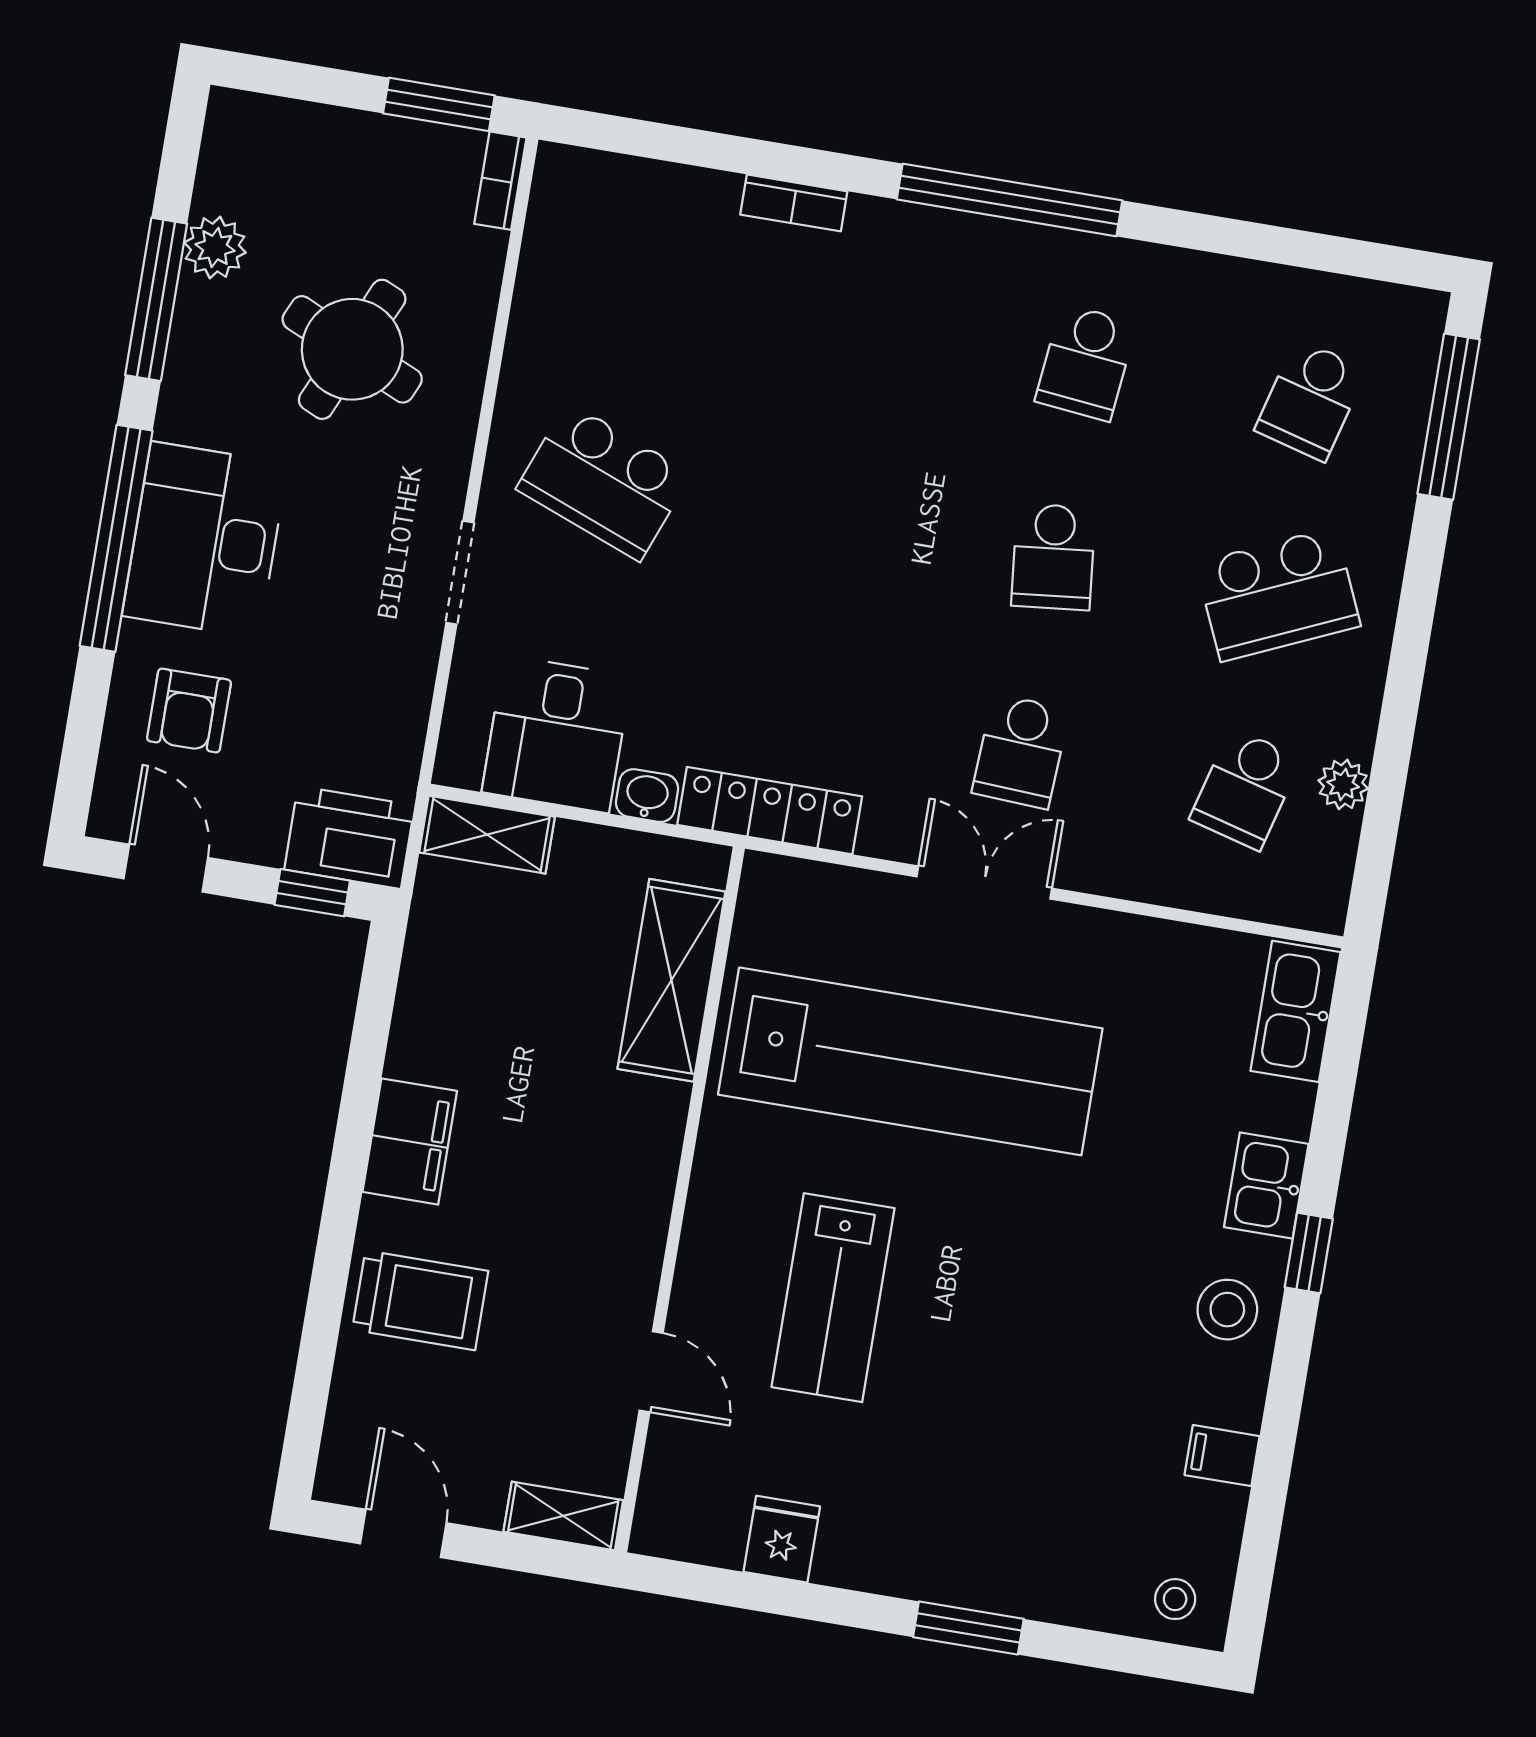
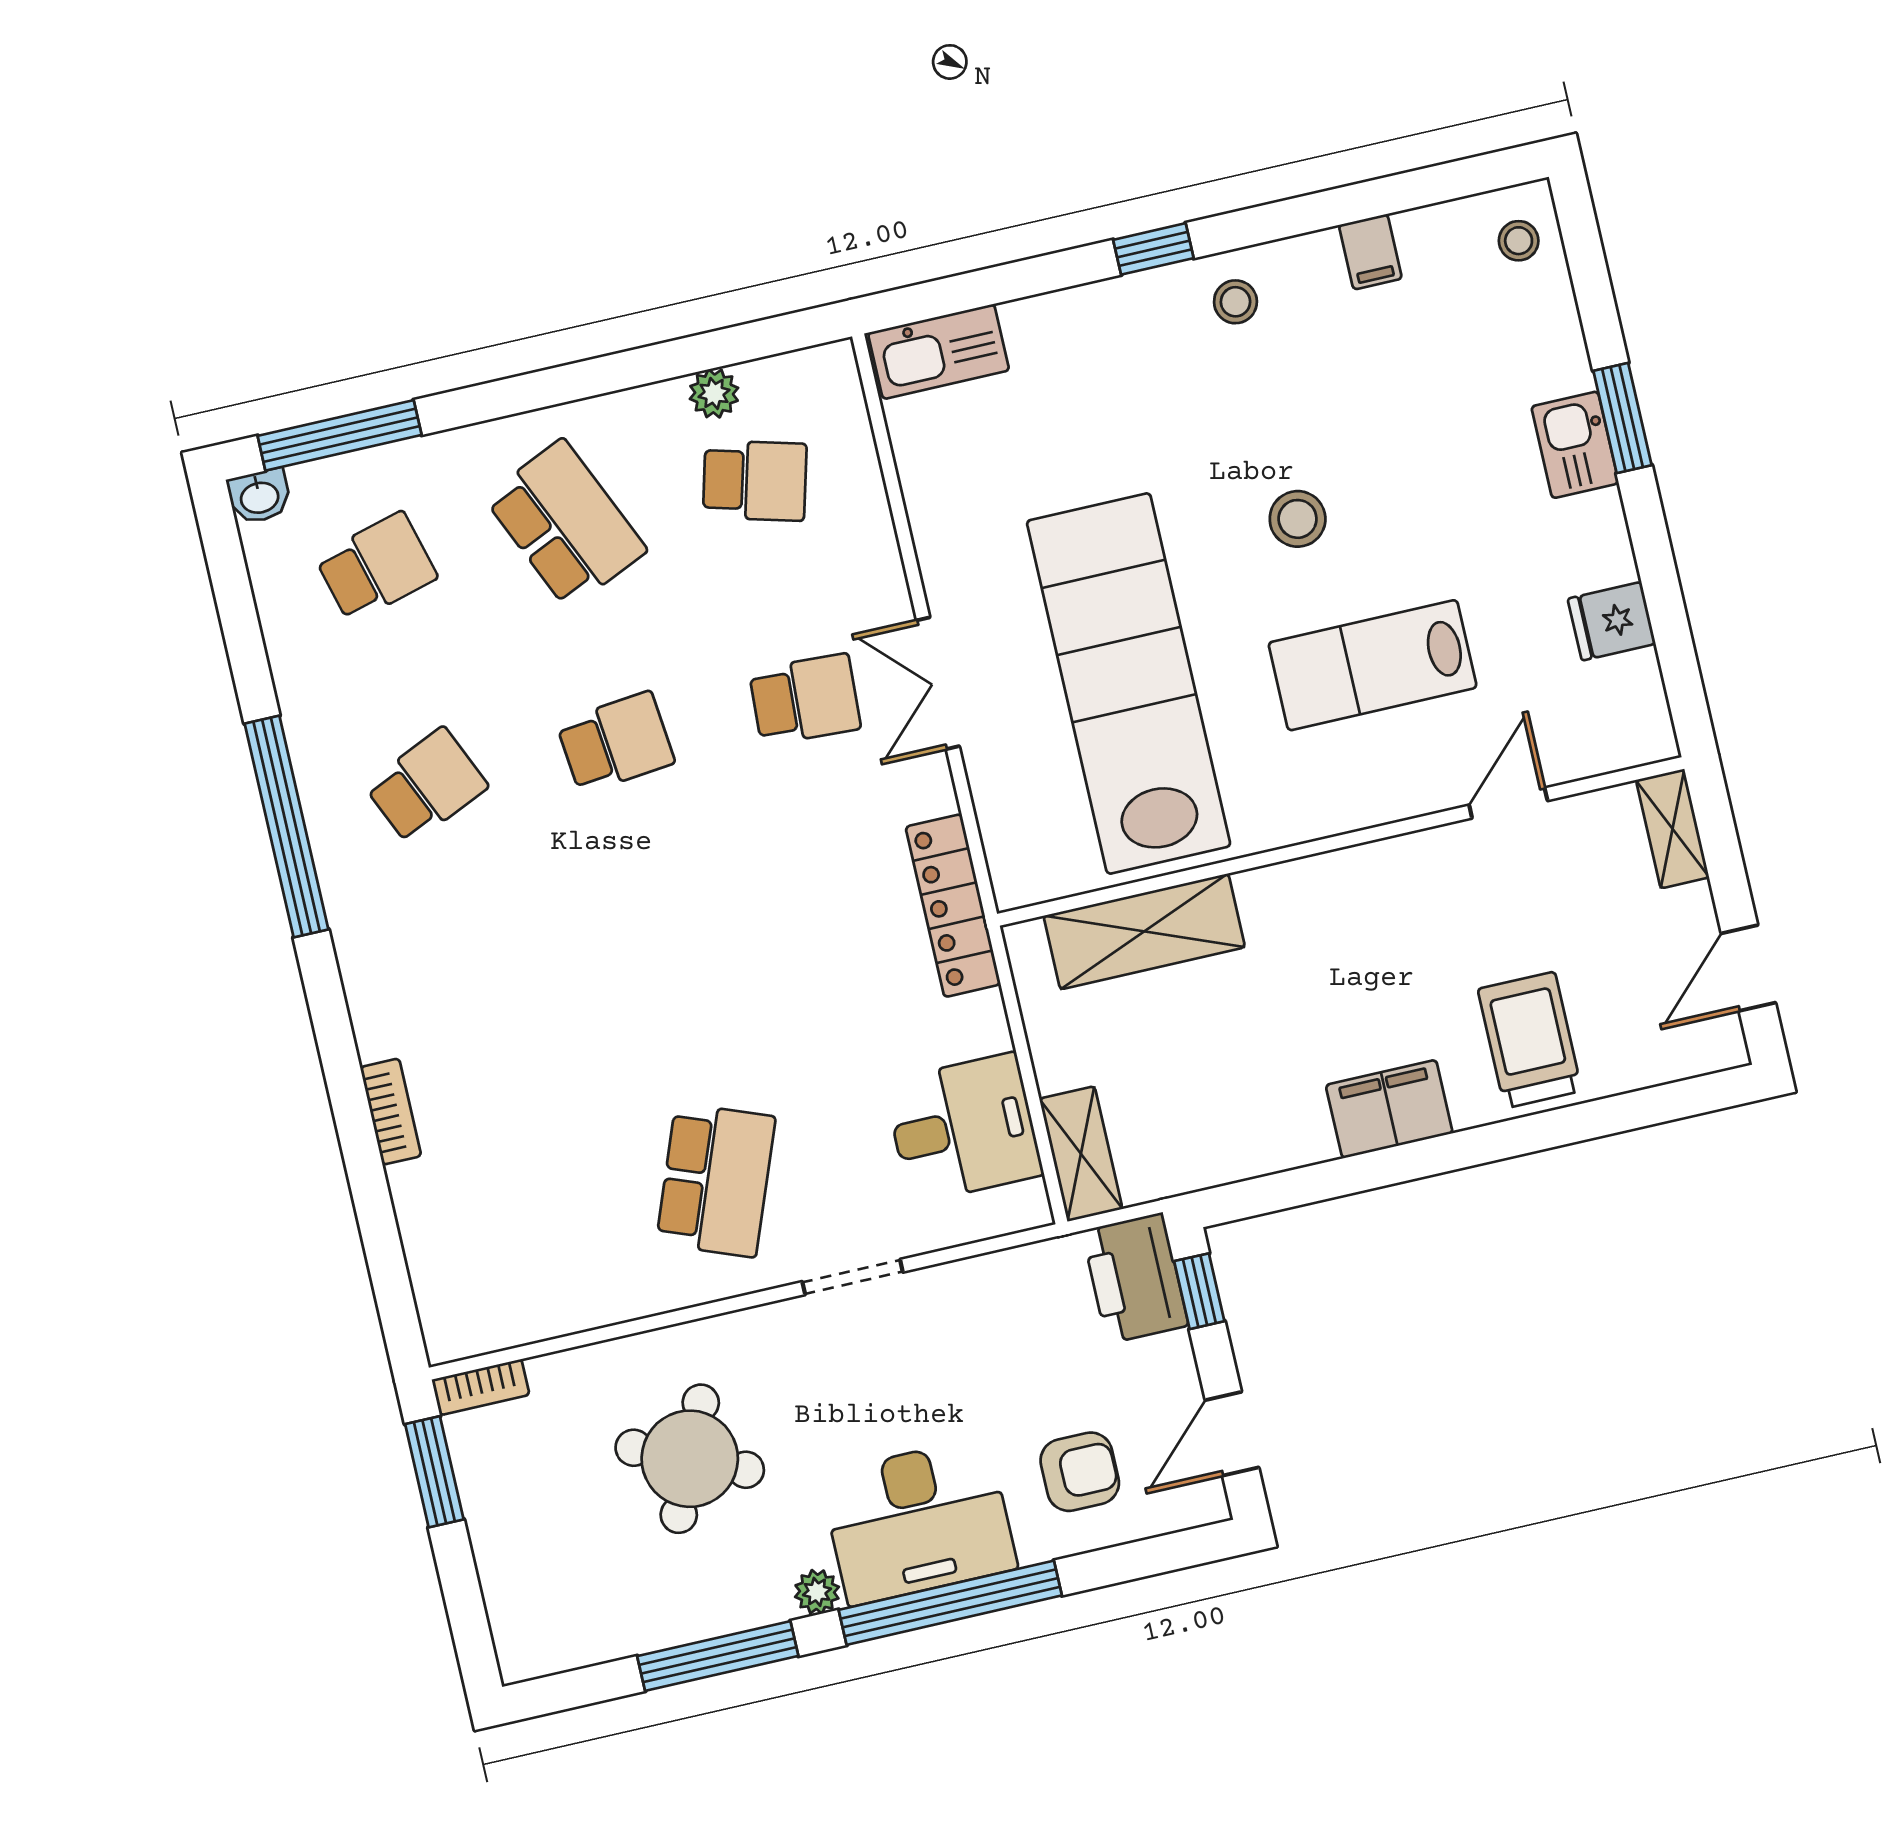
window: (1010, 200) -> (287, 827), moved
plant: (215, 248) -> (817, 1592), moved, width x0.73, depth x0.73
school desk: (1086, 362) -> (426, 786), turned -30
school desk: (1311, 400) -> (376, 567), turned -30
washbasin: (647, 796) -> (259, 496), moved, turned -90
kitchen sink: (1266, 1186) -> (1575, 445), moved, turned 90
stool: (999, 1284) -> (1298, 519), added
lab bench: (833, 1298) -> (1373, 665), turned 180
stool: (1227, 1310) -> (1235, 302), width x0.73, depth x0.73

